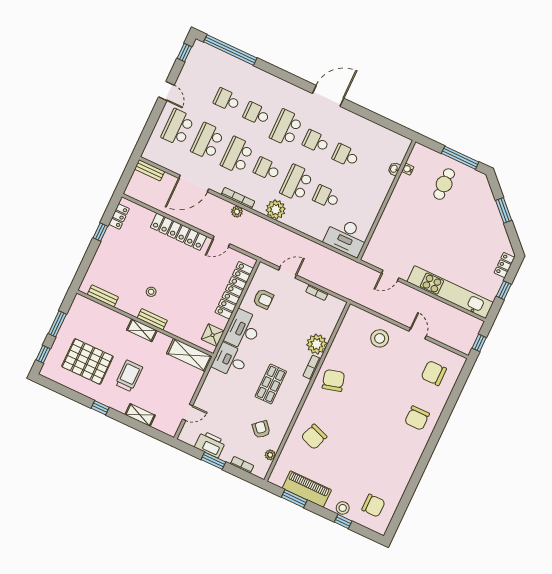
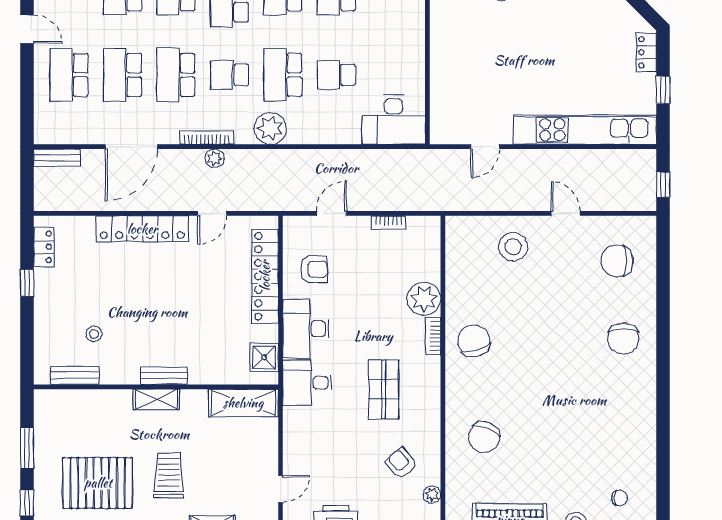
stool: (151, 292) -> (94, 334), moved
chair: (373, 506) -> (619, 498), width x0.54, depth x0.54

